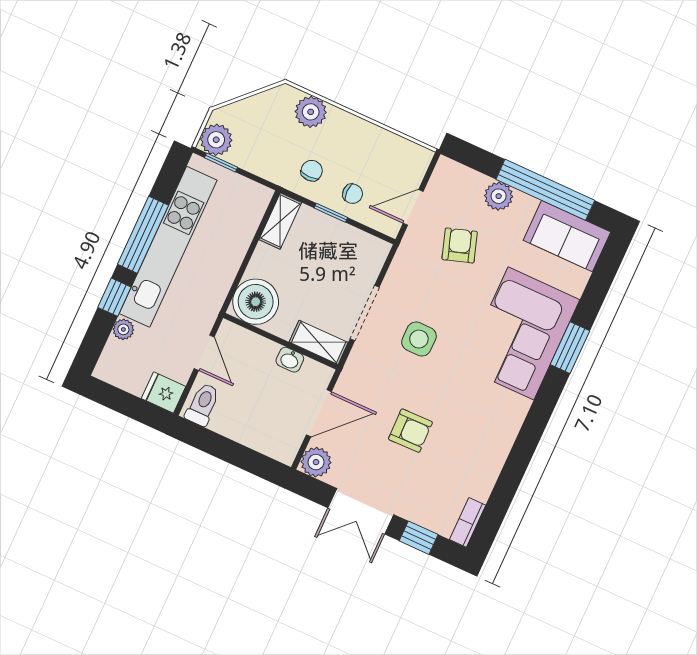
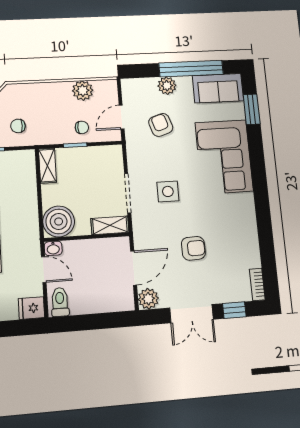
plant: (311, 112) -> (83, 91), moved
chair: (312, 171) -> (18, 126), moved, turned -90
window: (570, 348) -> (252, 109), moved
washbasin: (290, 360) -> (53, 248), moved

